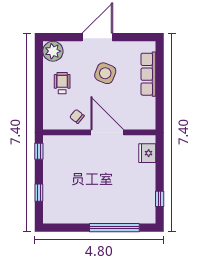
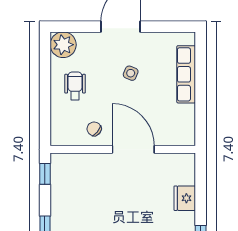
side table: (105, 73) -> (131, 73), width x0.54, depth x0.54
fridge: (147, 153) -> (185, 198), moved

